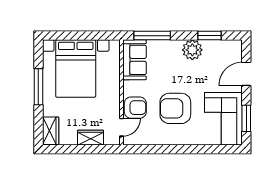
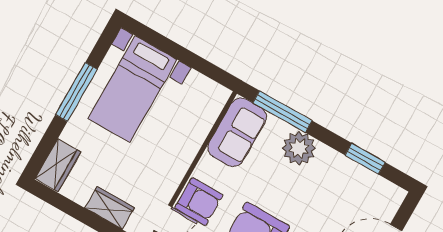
plant: (192, 50) -> (299, 148), moved
bed with nightstands: (76, 69) -> (132, 89), width x0.73

